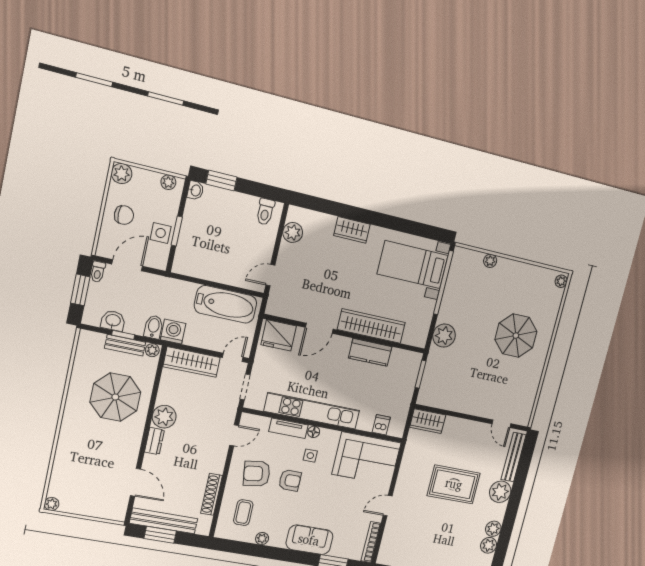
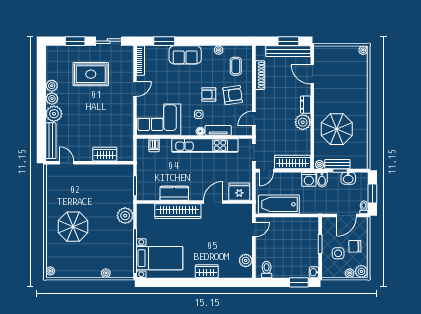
plant: (168, 182) -> (350, 273), moved
side table: (161, 233) -> (338, 253), moved
wardrobe: (428, 421) -> (105, 154), moved
rug: (454, 484) -> (91, 74), moved
plant: (489, 545) -> (52, 99), moved

